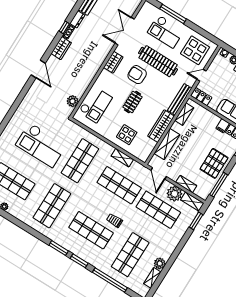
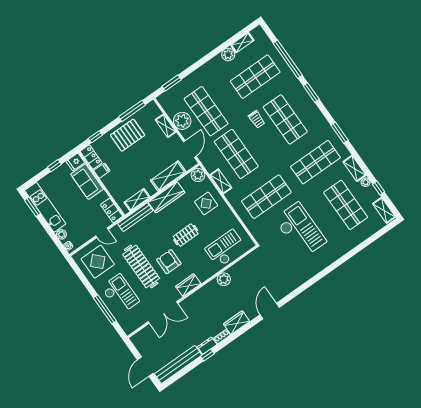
window: (64, 27) -> (207, 355), moved
armchair: (137, 75) -> (169, 262), turned 180
plant: (73, 101) -> (224, 279), moved
plant: (143, 155) -> (198, 175), added
shelving: (192, 202) -> (354, 168), moved
window: (59, 248) -> (340, 133), moved

